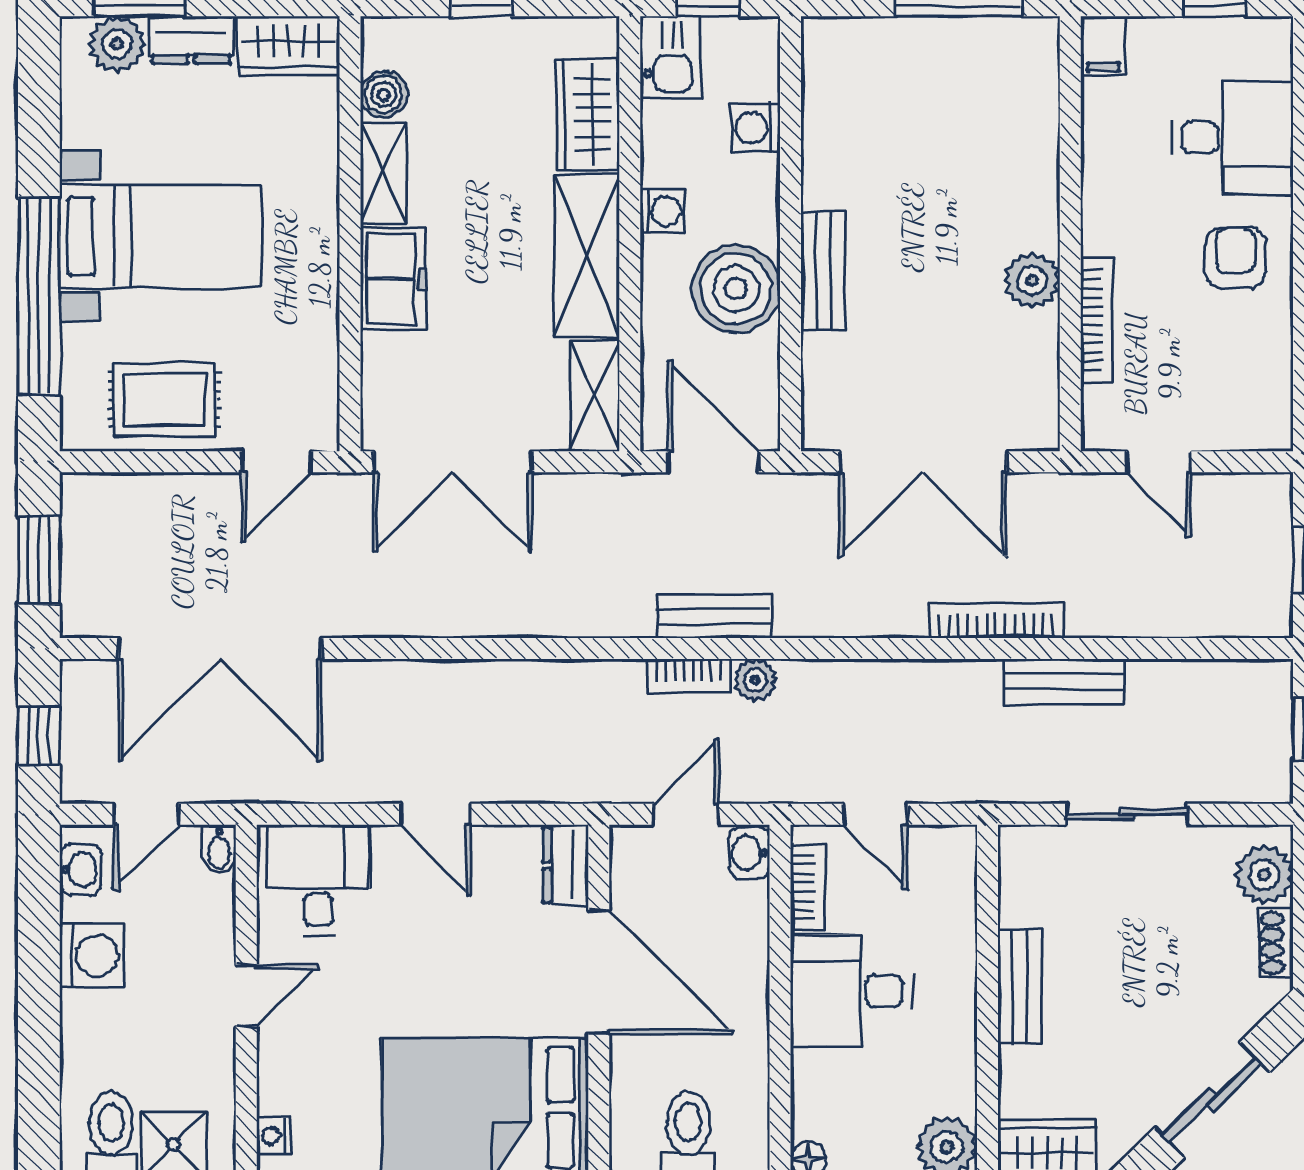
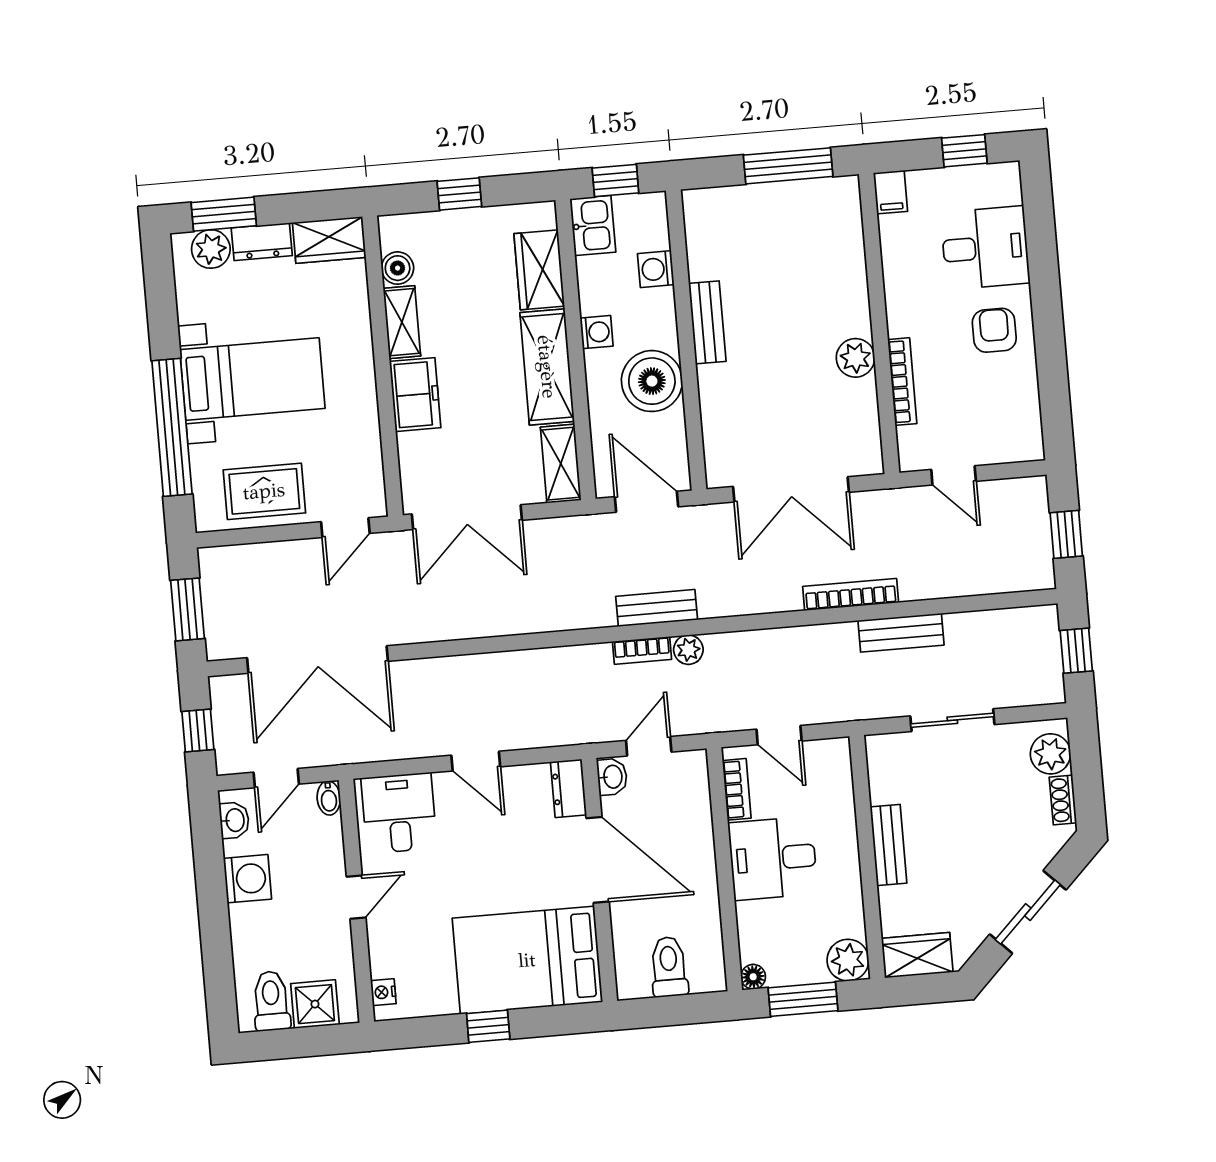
bench: (823, 271) -> (707, 322), moved
washbasin: (749, 853) -> (612, 777), moved, turned 180

